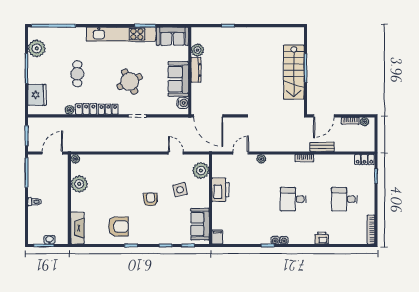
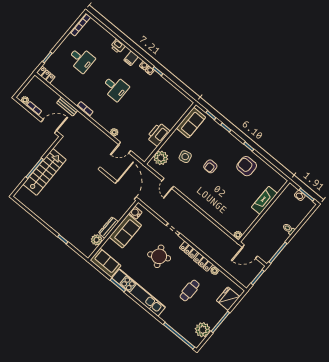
plant: (79, 184) -> (249, 216), removed
fireplace: (77, 228) -> (264, 200), moved
filing cabinet: (217, 237) -> (131, 58), moved

